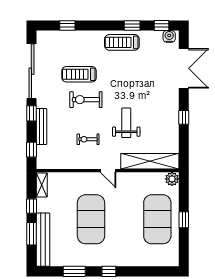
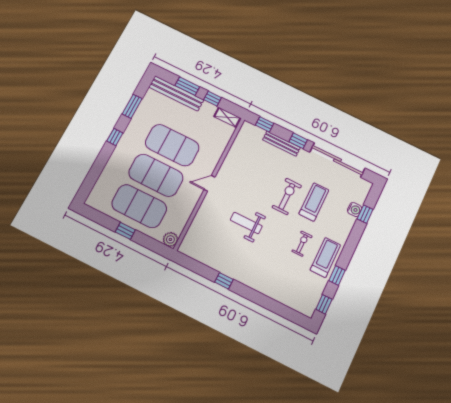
water cooler: (169, 36) -> (355, 210), moved
double door: (184, 68) -> (272, 305), removed
weight bench: (126, 123) -> (246, 223), turned 180
exercise bike: (88, 139) -> (302, 244), moved
shelving: (150, 161) -> (198, 227), removed
exercise mat: (124, 219) -> (156, 175), added

